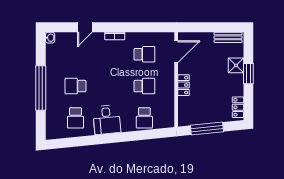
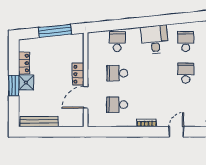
bench: (228, 37) -> (39, 122), width x1.36
door: (176, 52) -> (86, 97), moved
shower: (236, 65) -> (26, 83), moved
school desk: (75, 86) -> (186, 73), turned -90
locker: (238, 107) -> (24, 63), moved

